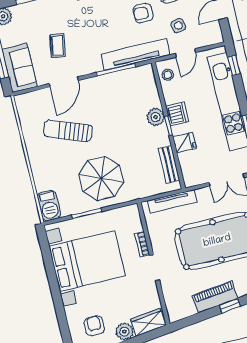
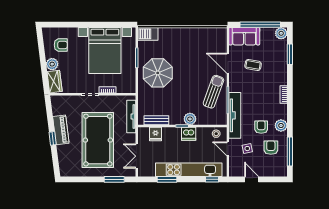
sun lounger: (68, 131) -> (213, 92), moved
fridge: (185, 143) -> (155, 134), moved

